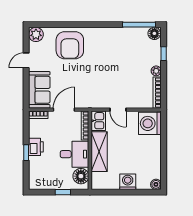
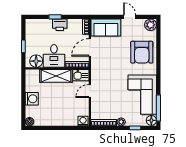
armchair: (70, 45) -> (142, 52), turned -90
corner sofa: (123, 45) -> (142, 95), added
door: (64, 110) -> (90, 47), swing flipped
washing machine: (150, 123) -> (83, 121), width x0.53, depth x0.53

